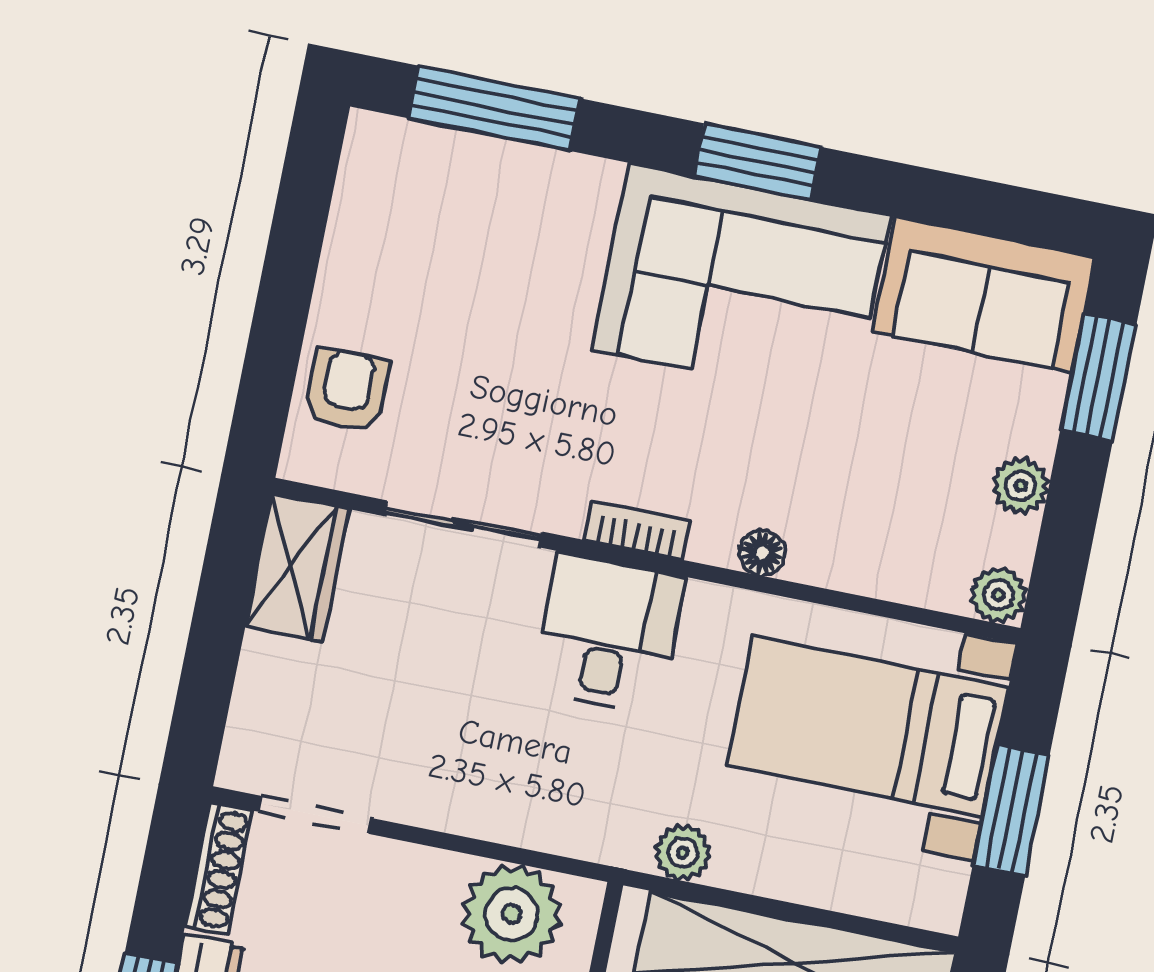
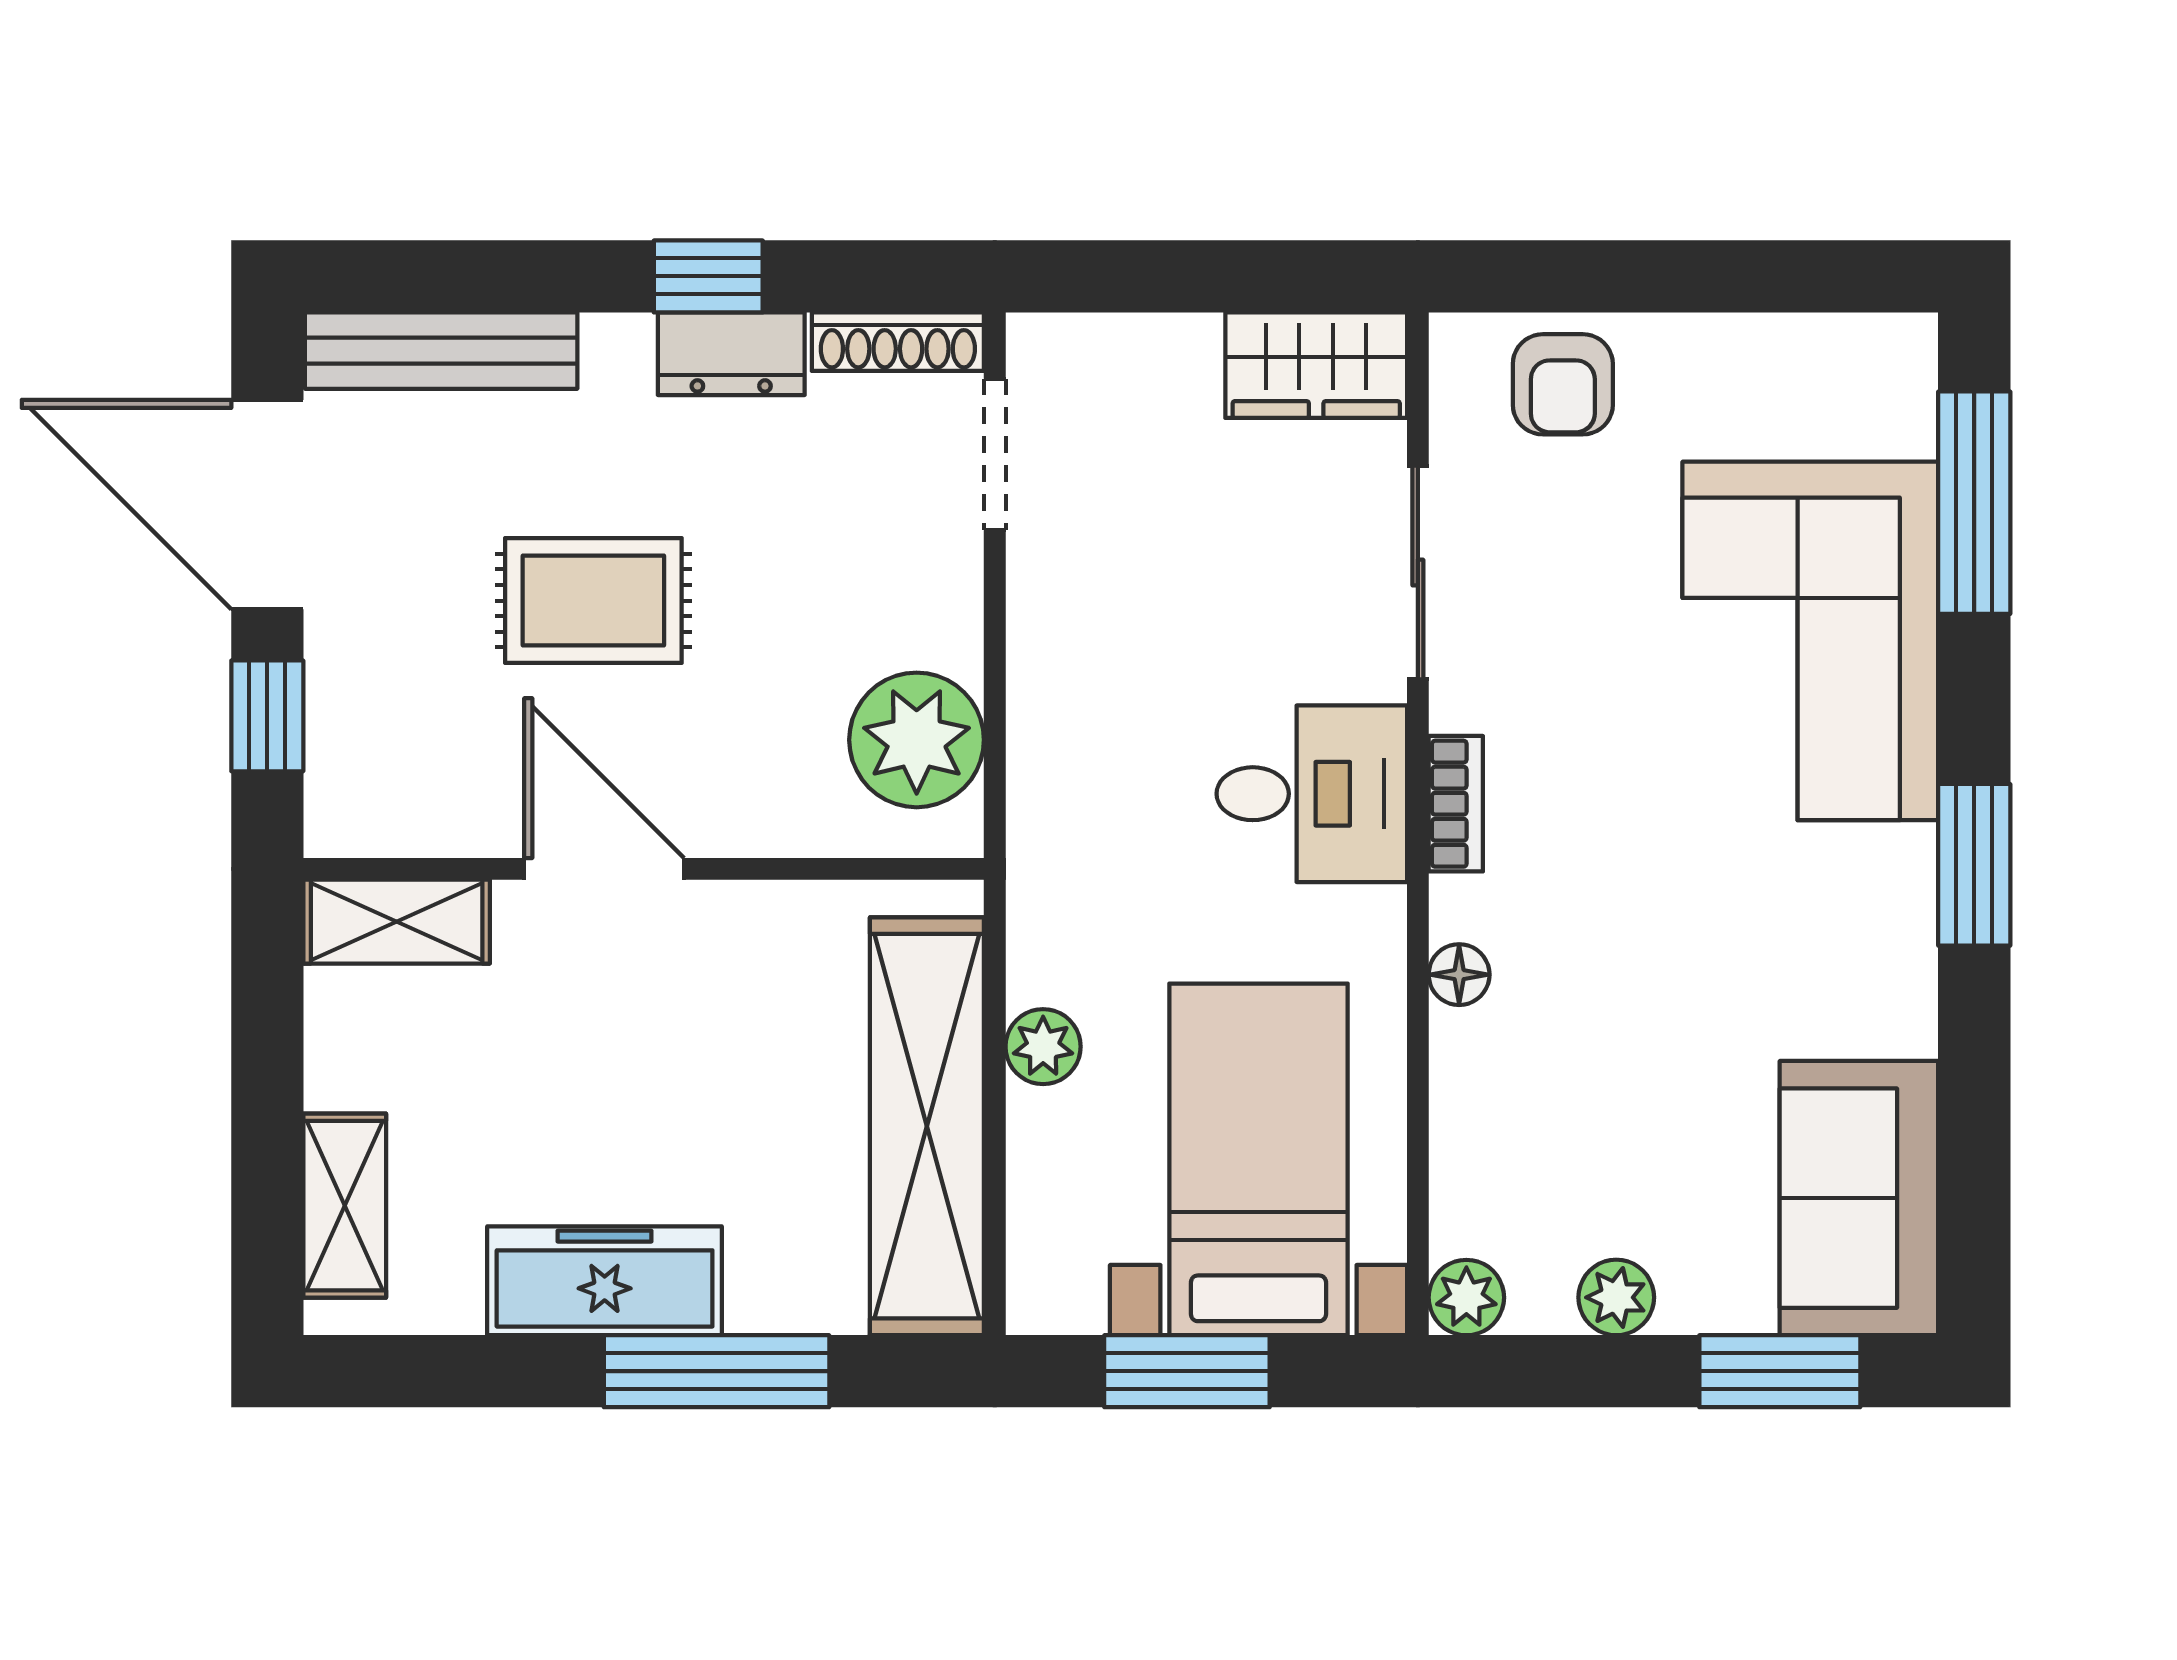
corner sofa: (741, 282) -> (1810, 641), moved
armchair: (347, 391) -> (1563, 384), turned 90
plant: (683, 852) -> (1043, 1047), moved

